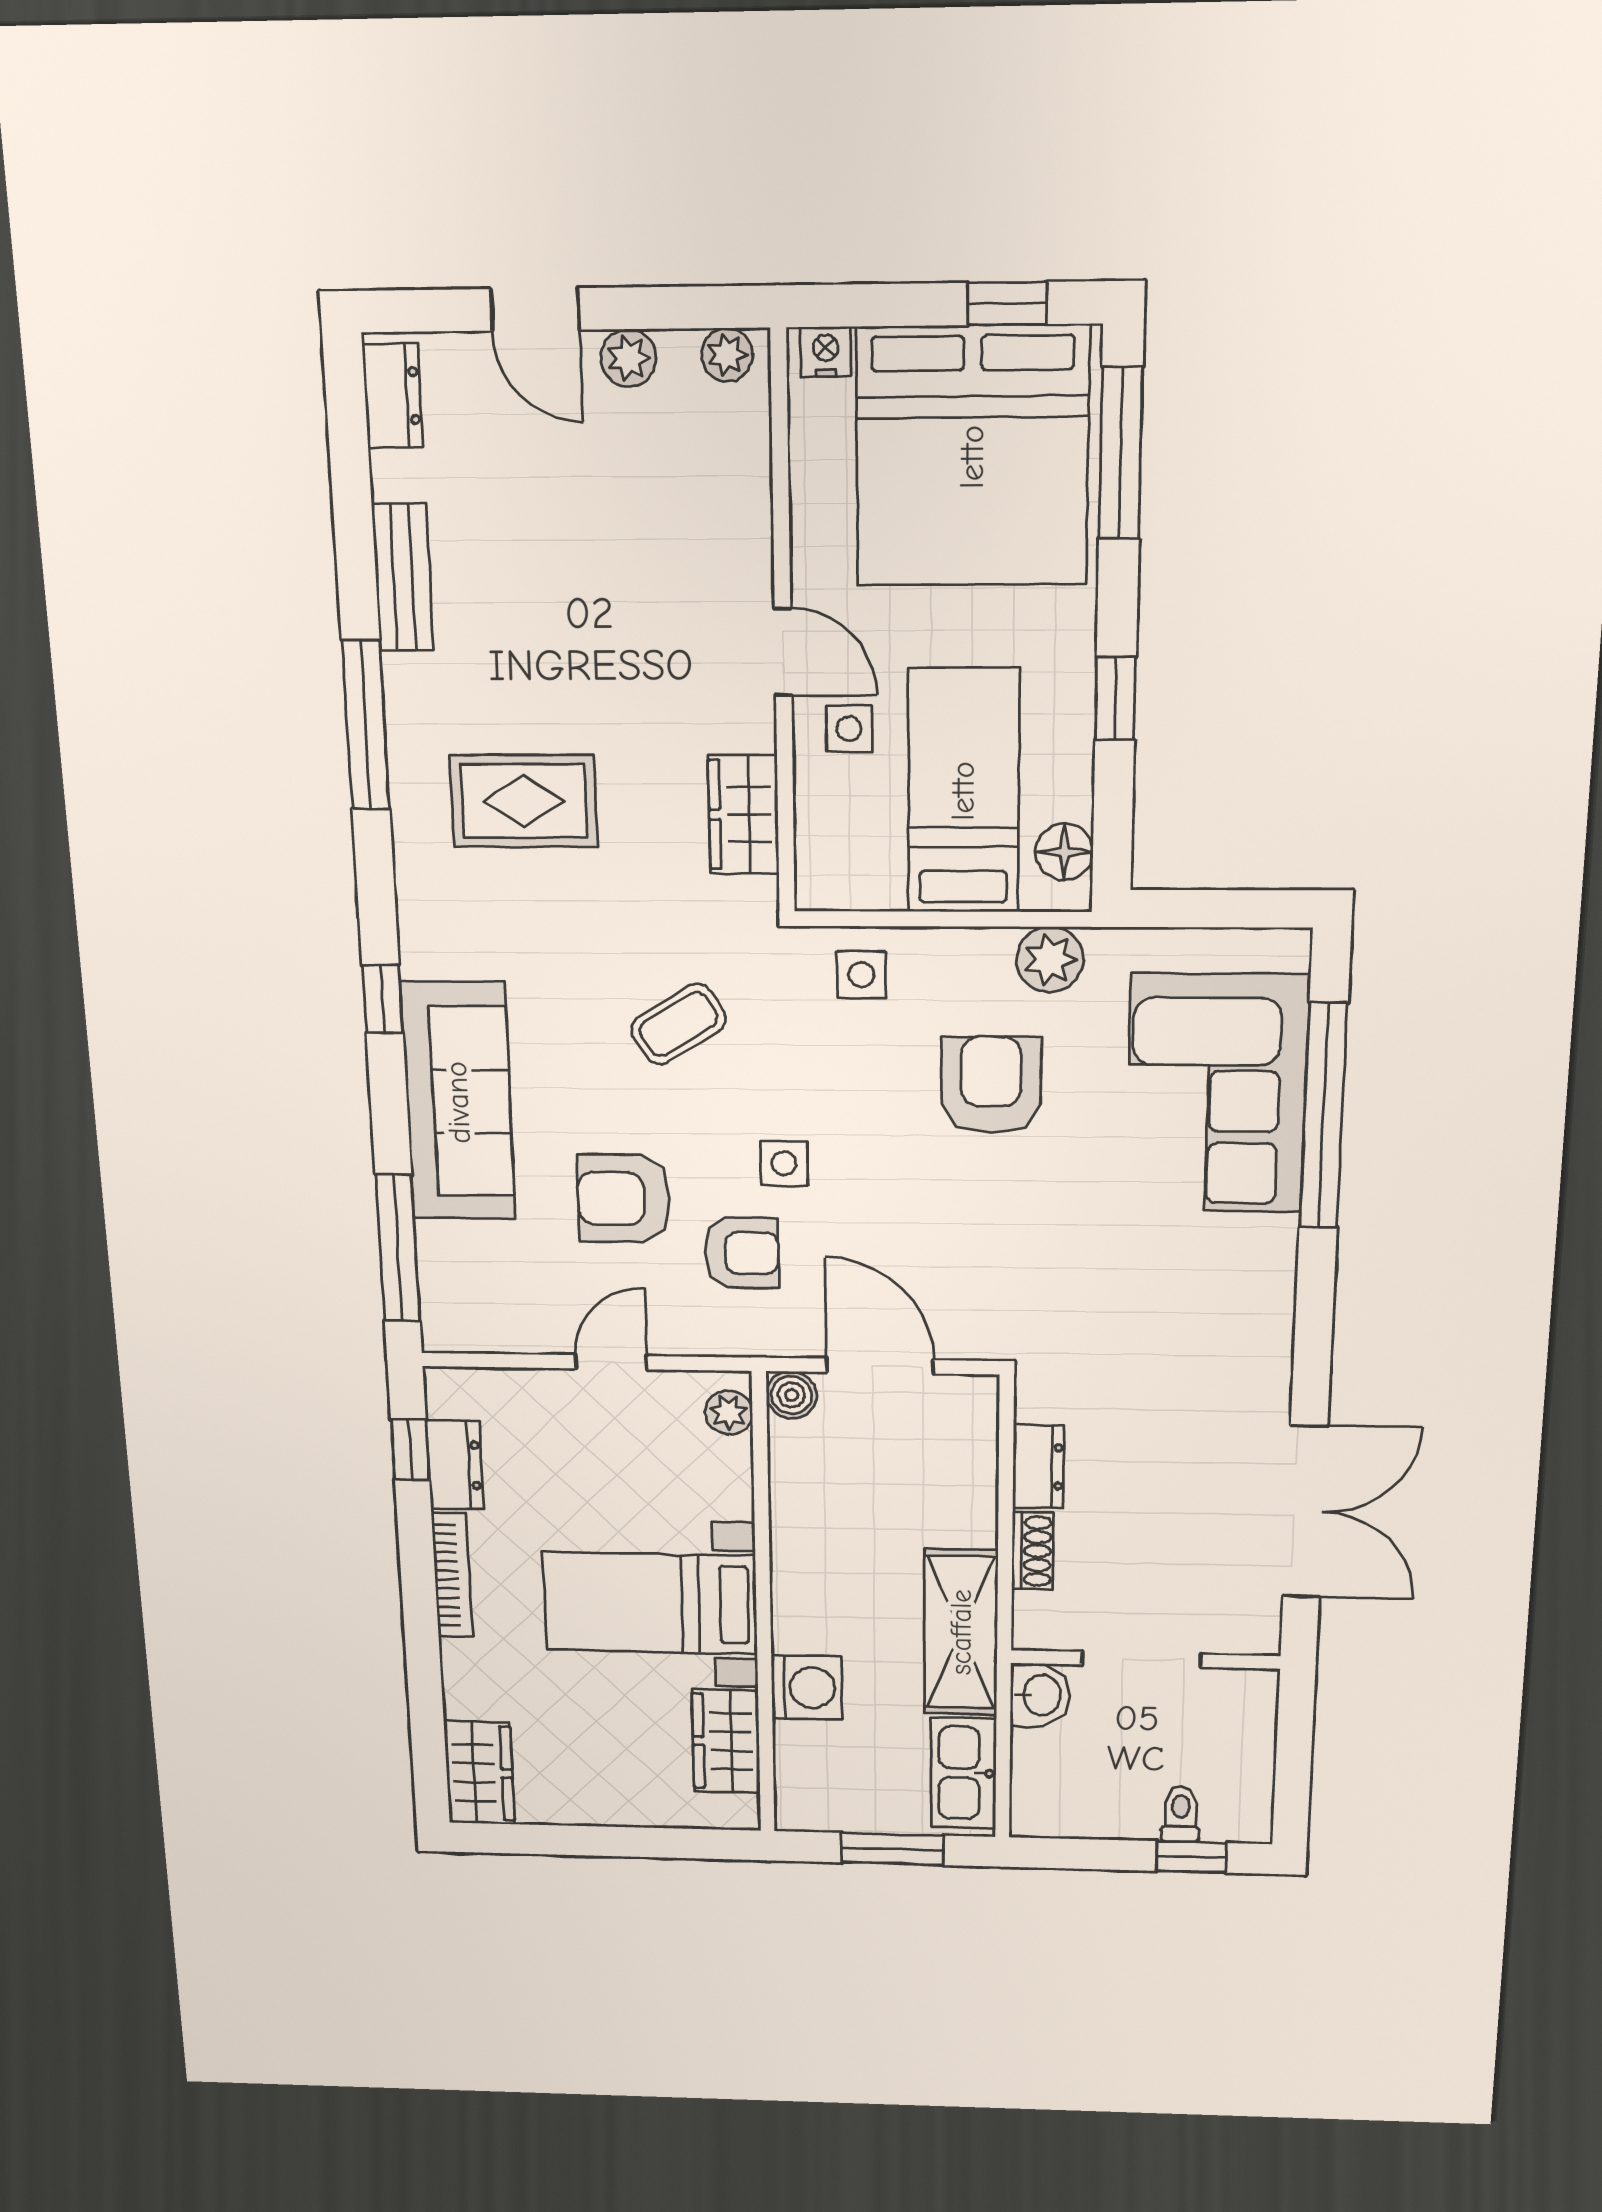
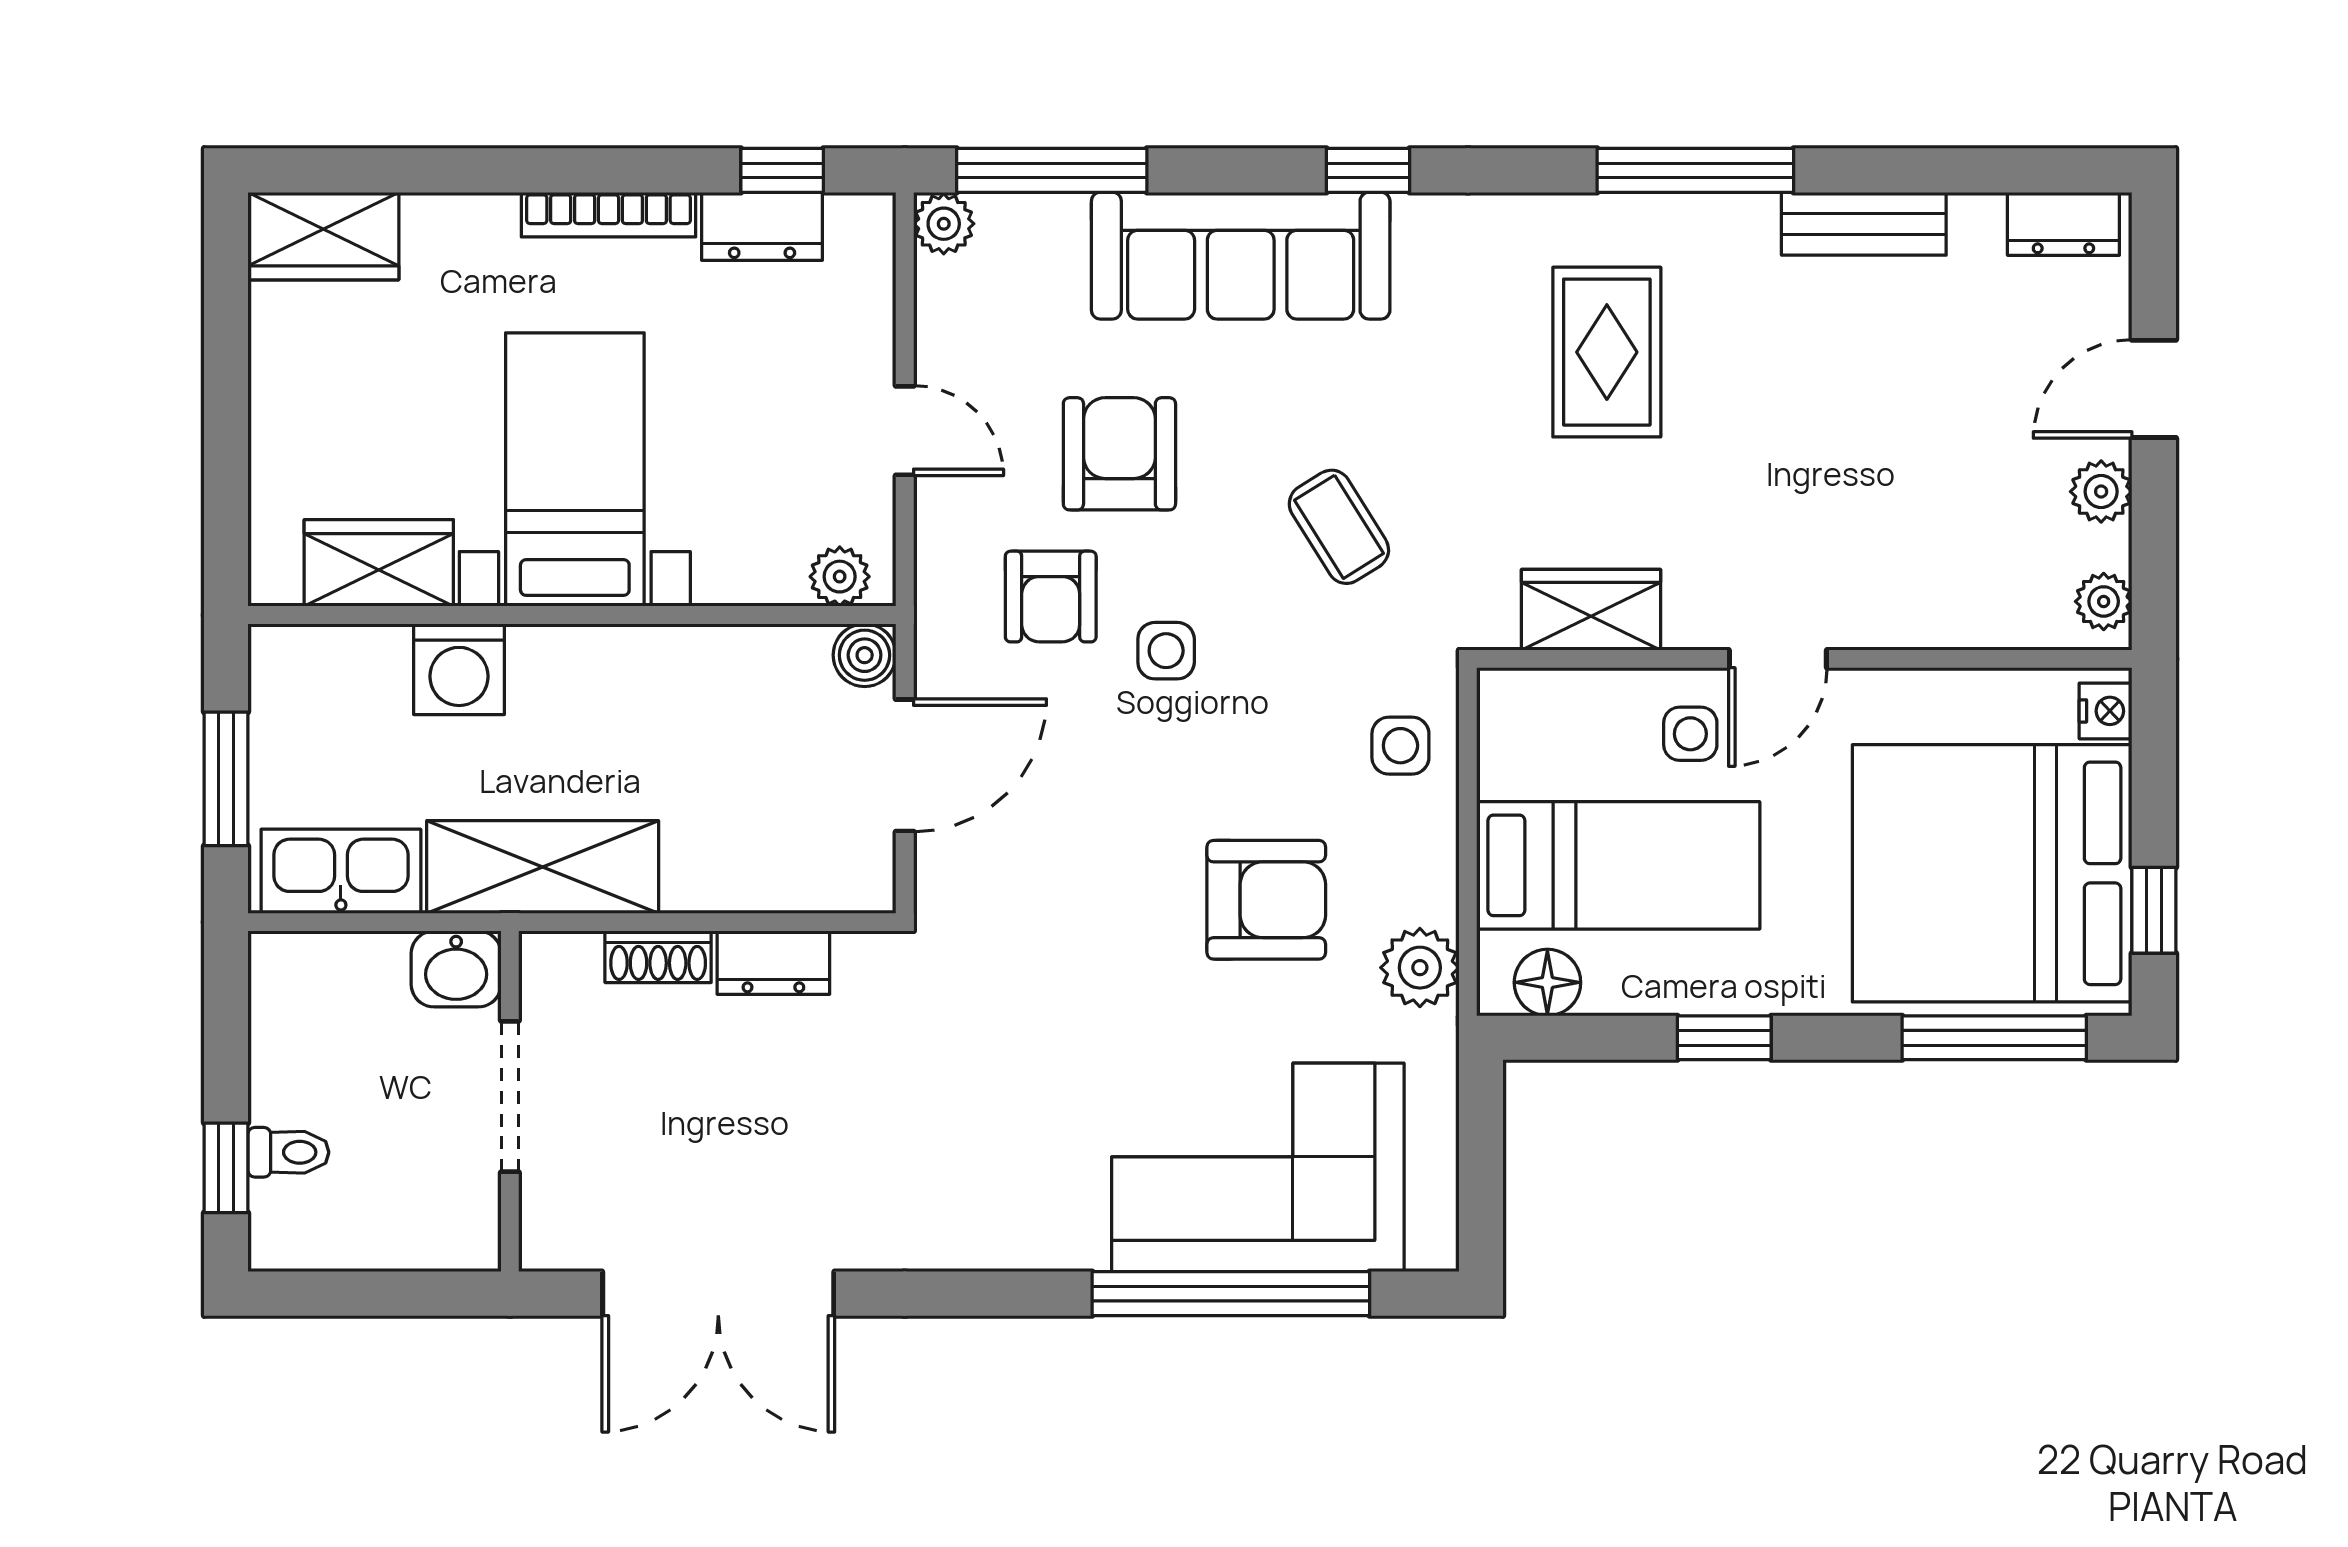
plant: (445, 1331) -> (944, 224), added

